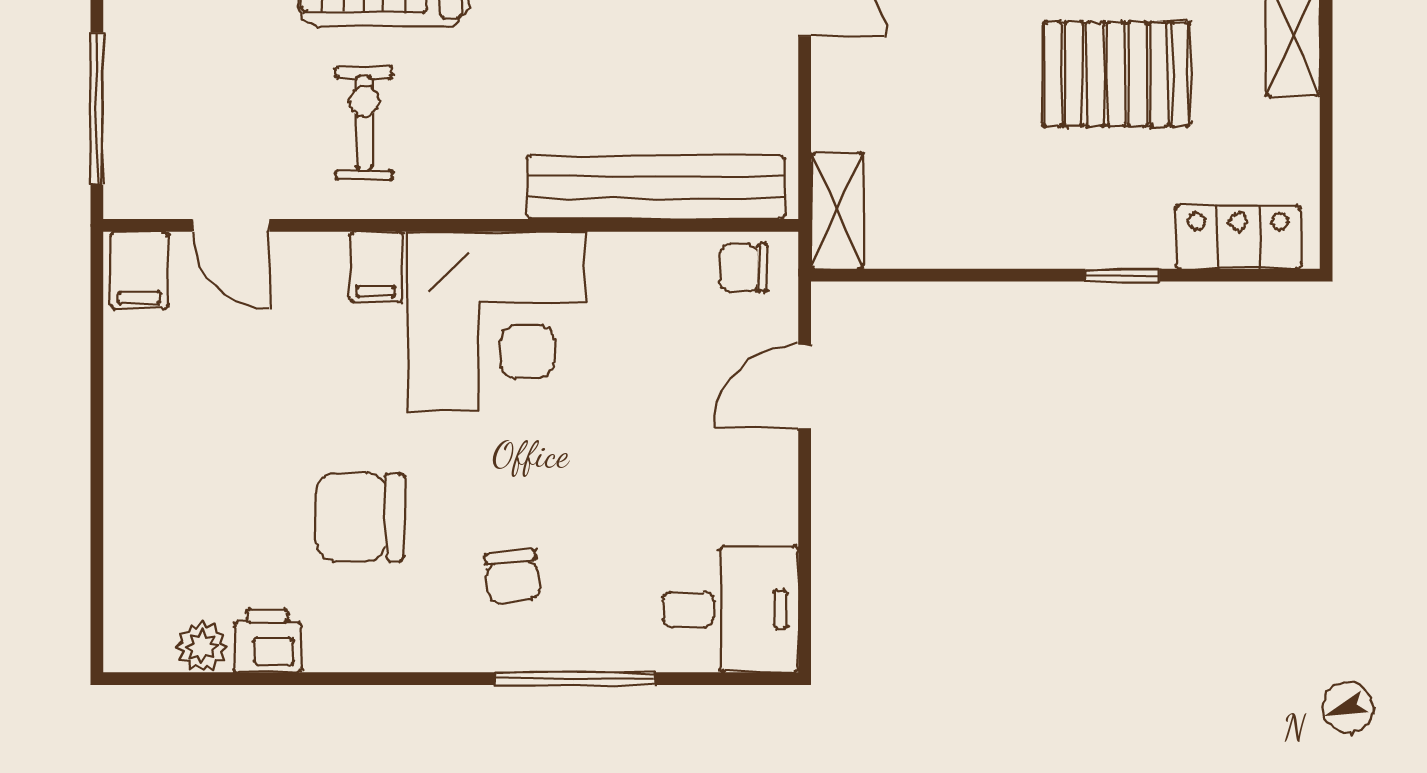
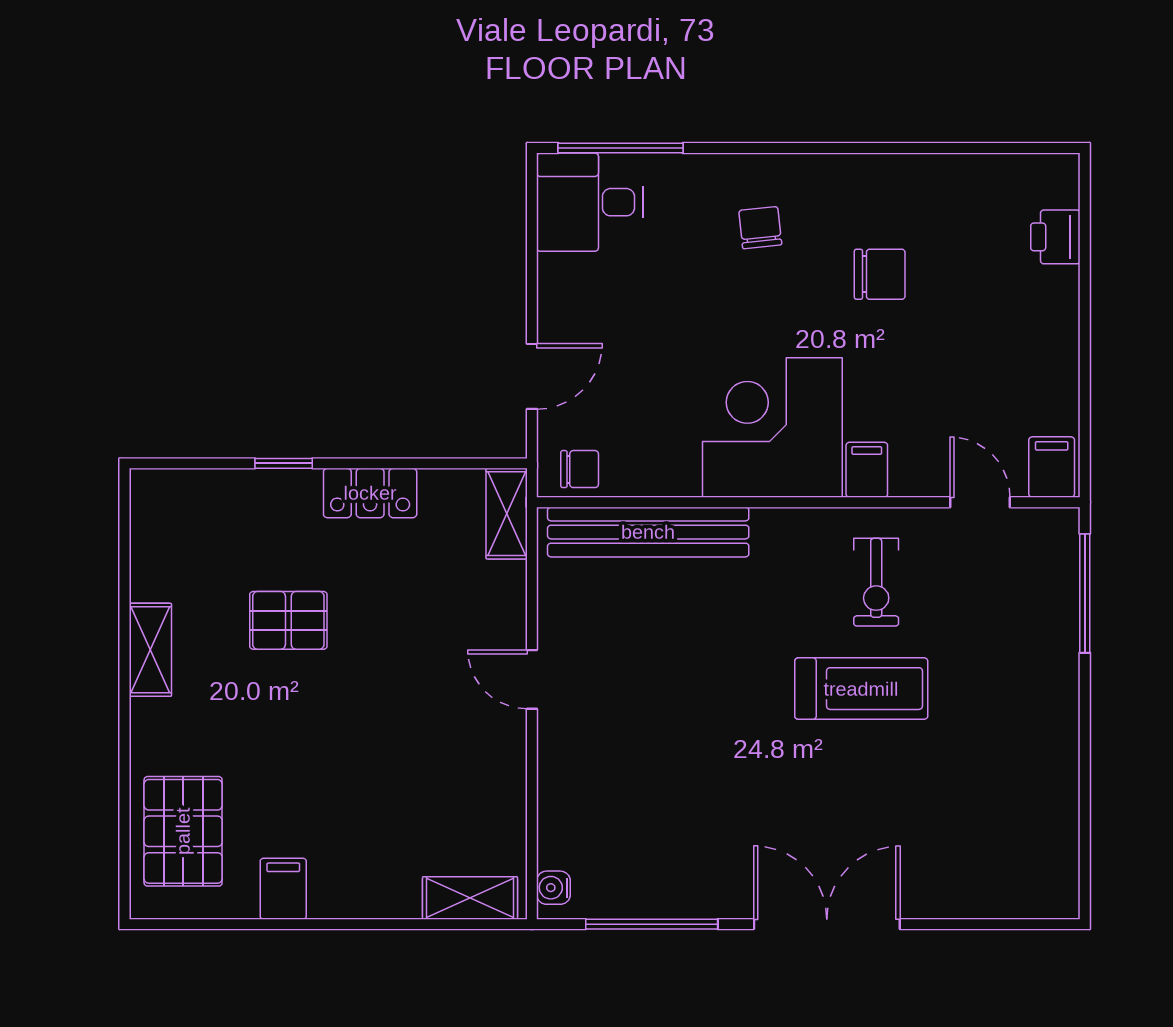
pallet: (1116, 74) -> (288, 620), width x0.67, depth x0.71
locker: (1238, 237) -> (370, 493), moved
chair: (359, 517) -> (880, 274), width x0.73, depth x0.73
printer: (267, 641) -> (1055, 237), moved, turned 90
plant: (202, 647) -> (1002, 173), removed
window: (575, 679) -> (620, 148), moved

